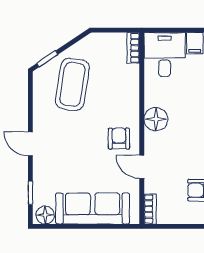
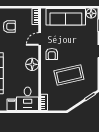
coffee table: (72, 84) -> (69, 75), moved, turned 68
door: (142, 167) -> (40, 39), swing flipped

